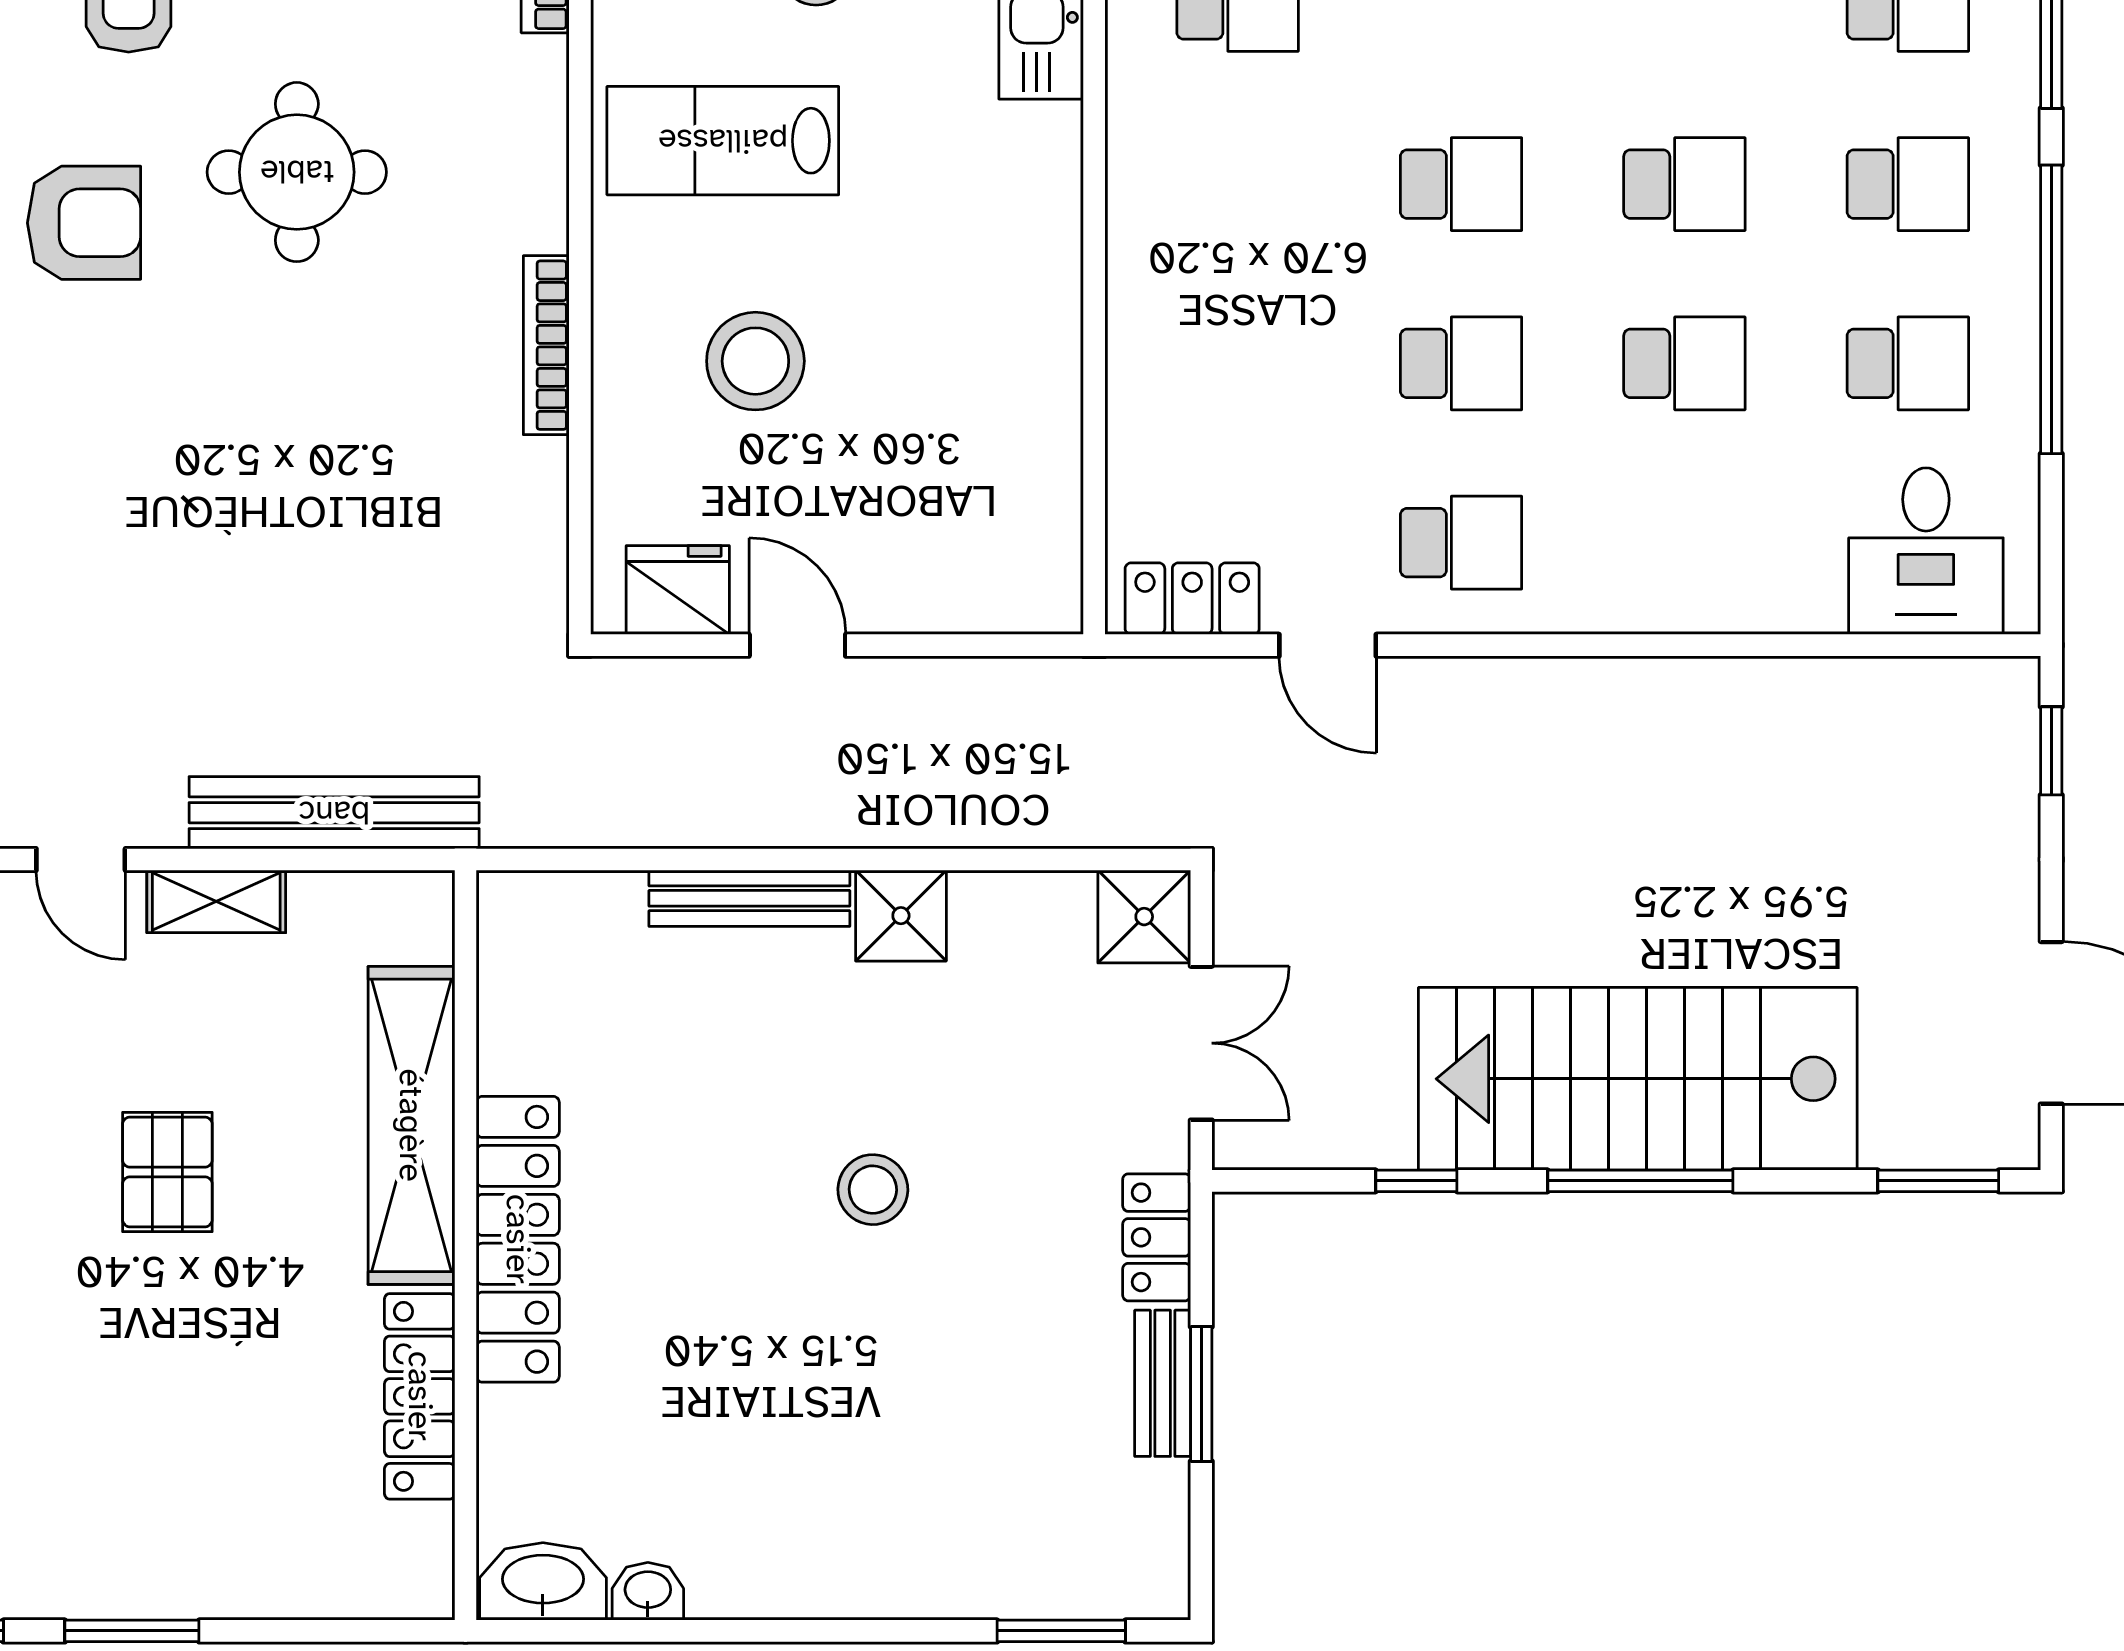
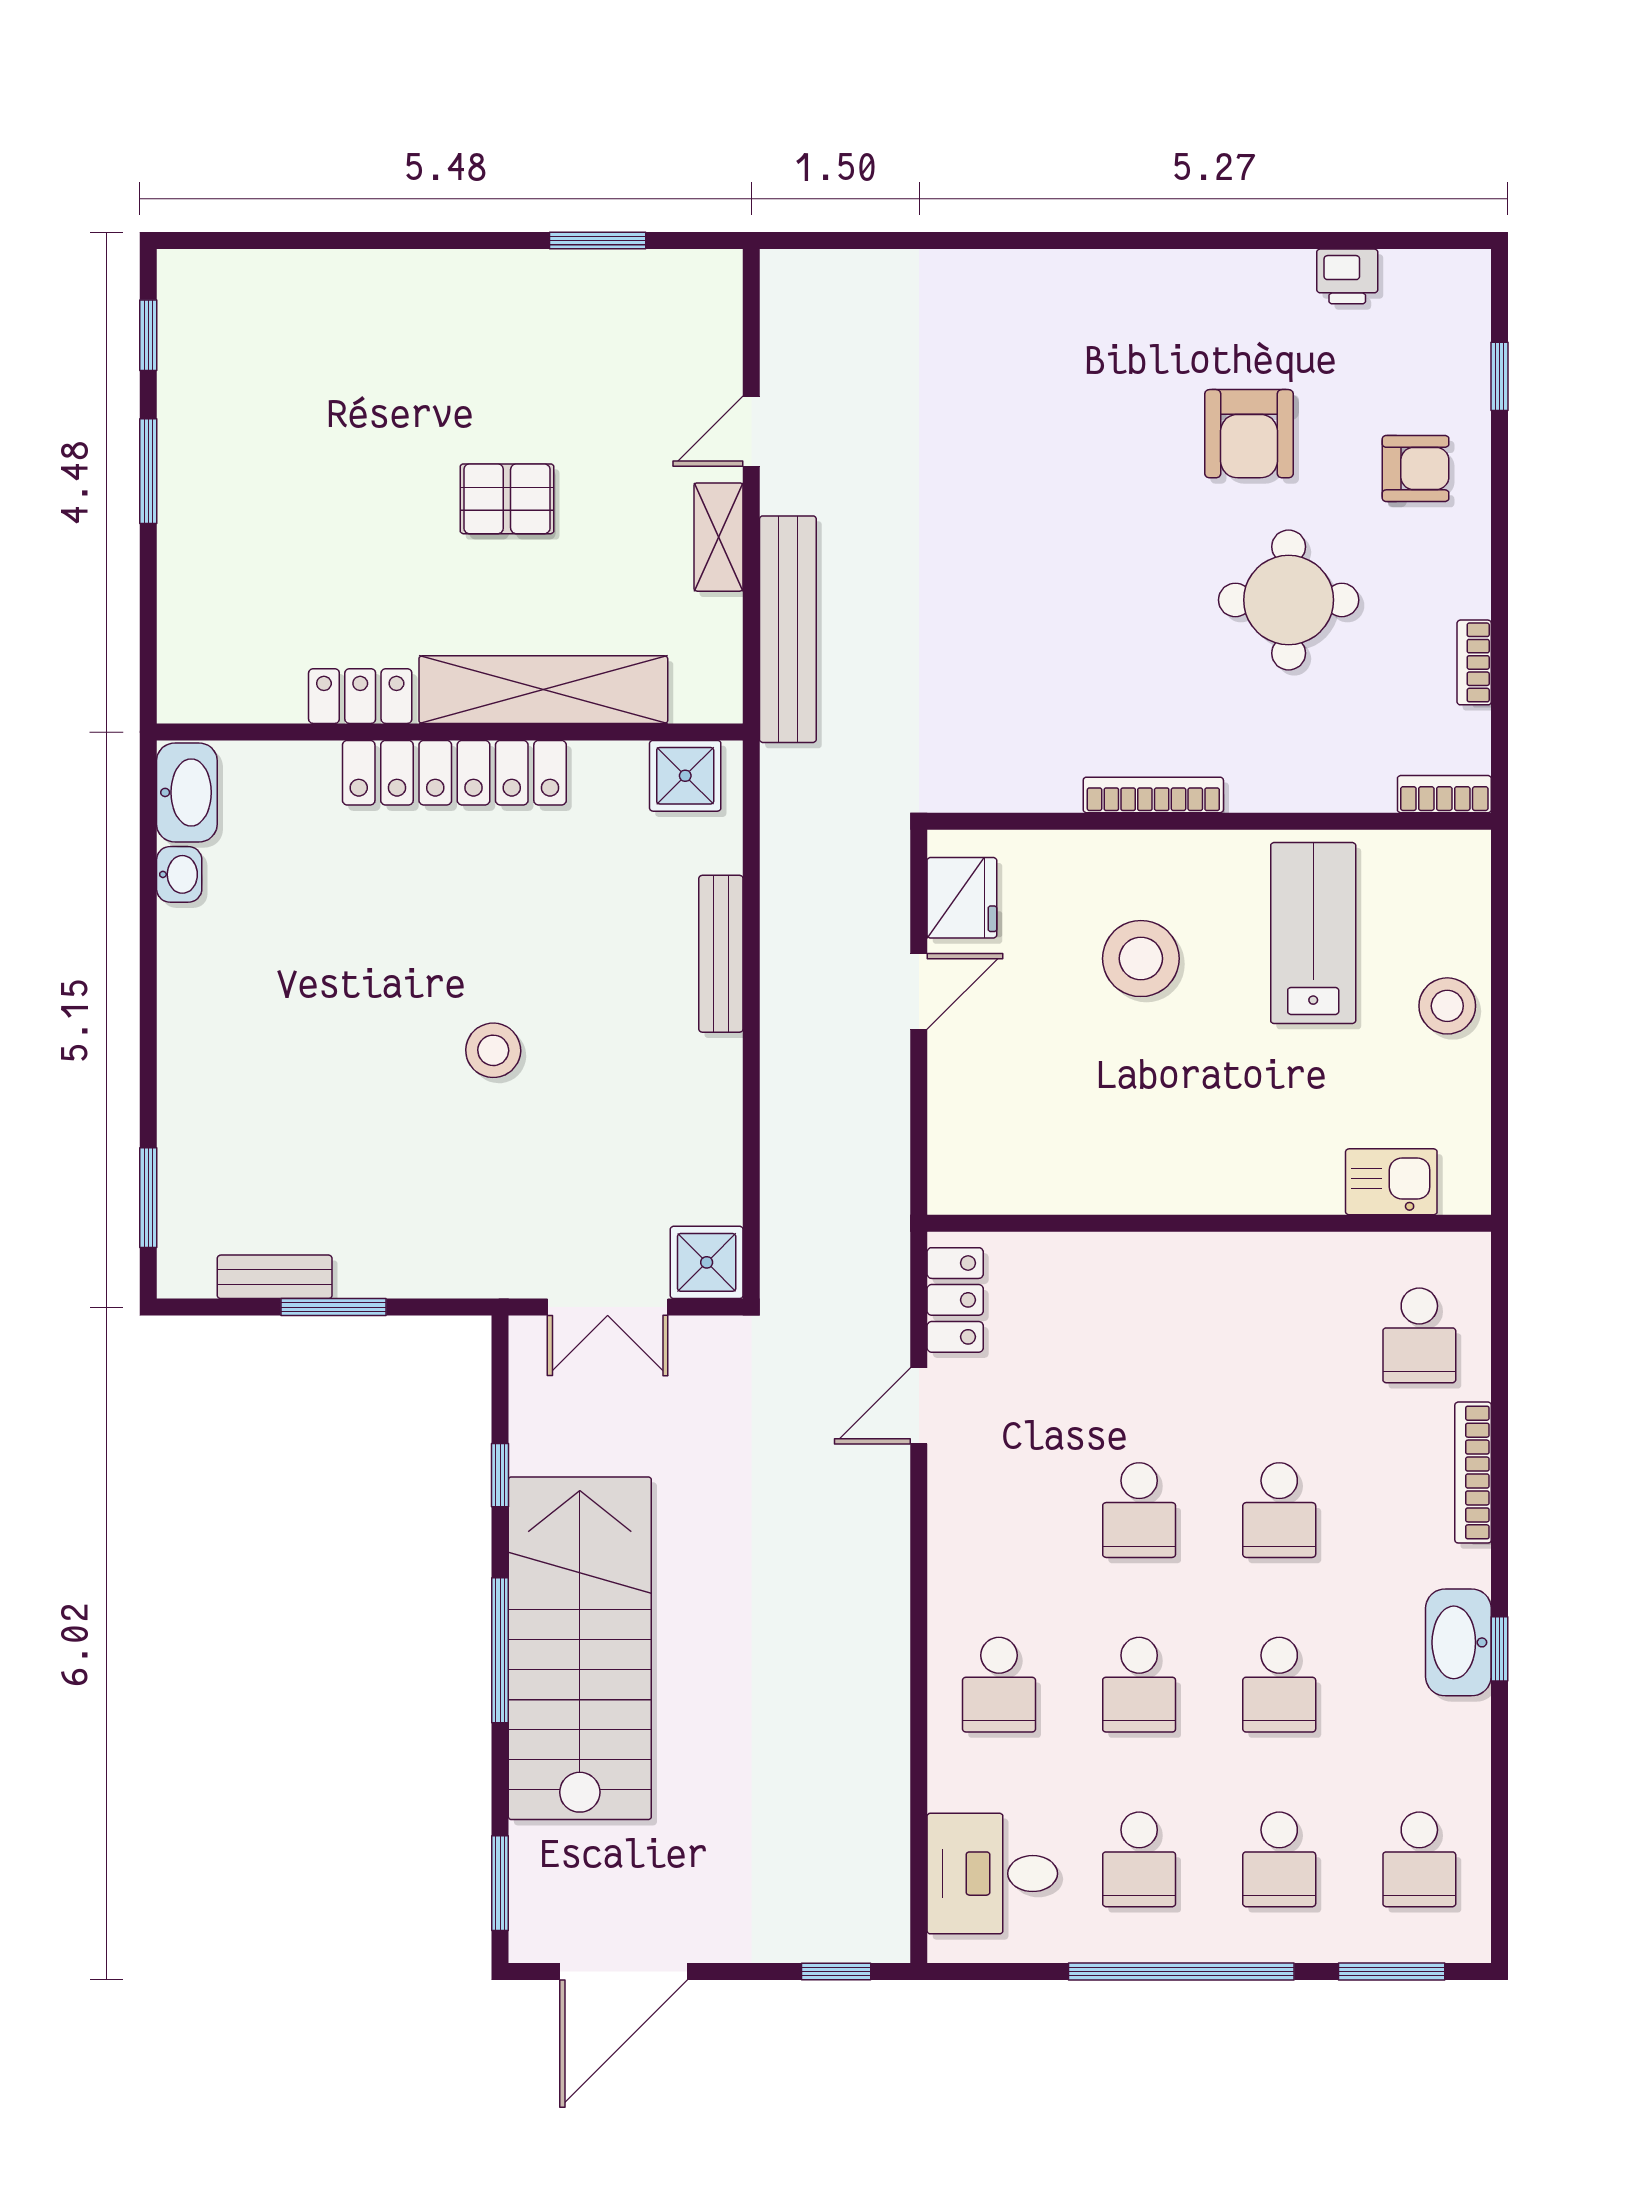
school desk: (1461, 543) -> (999, 1685), moved
shower: (901, 916) -> (685, 776), moved
locker: (1157, 1237) -> (456, 1272), removed
bench: (1163, 1383) -> (275, 1277), moved
locker: (420, 1396) -> (360, 696), width x0.66

